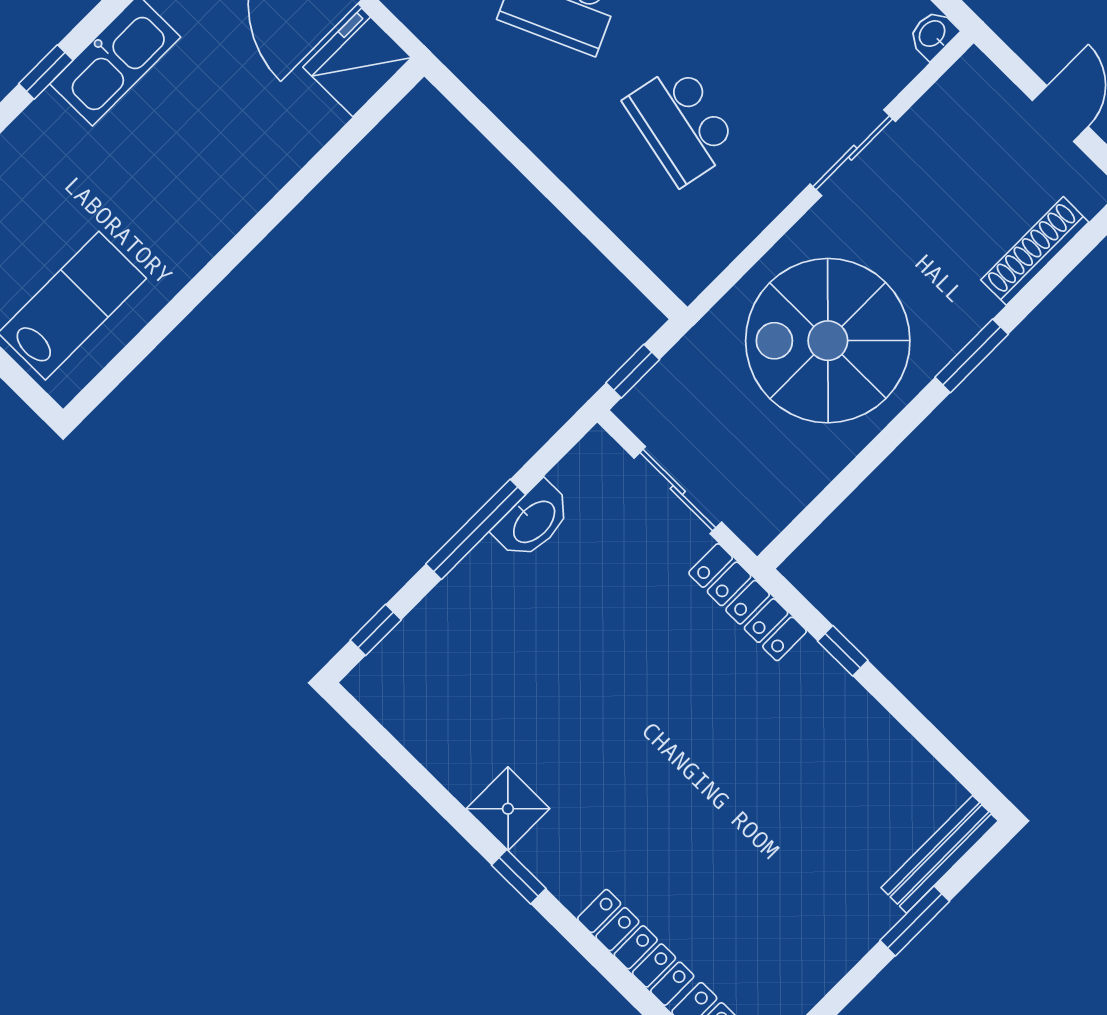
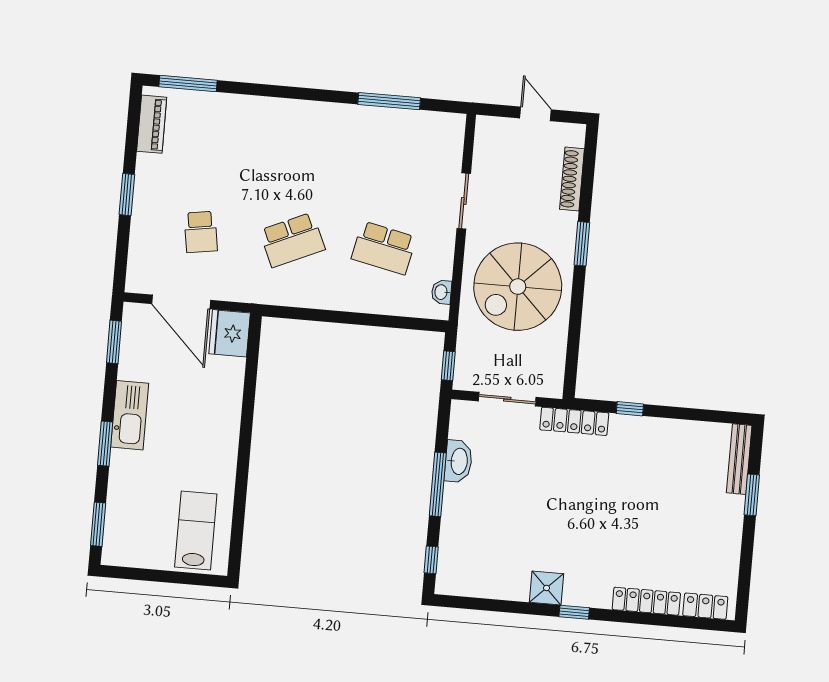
washbasin: (933, 34) -> (441, 292), moved
window: (46, 72) -> (105, 444), width x1.50

